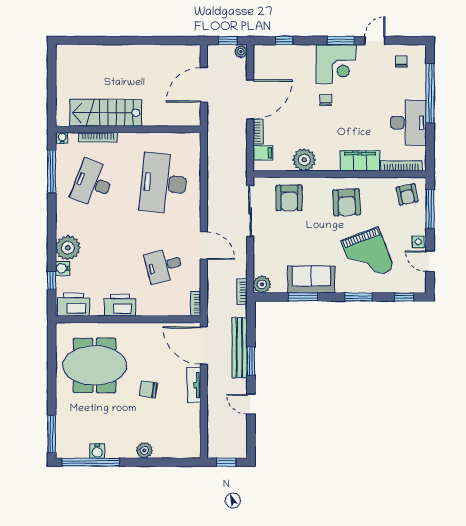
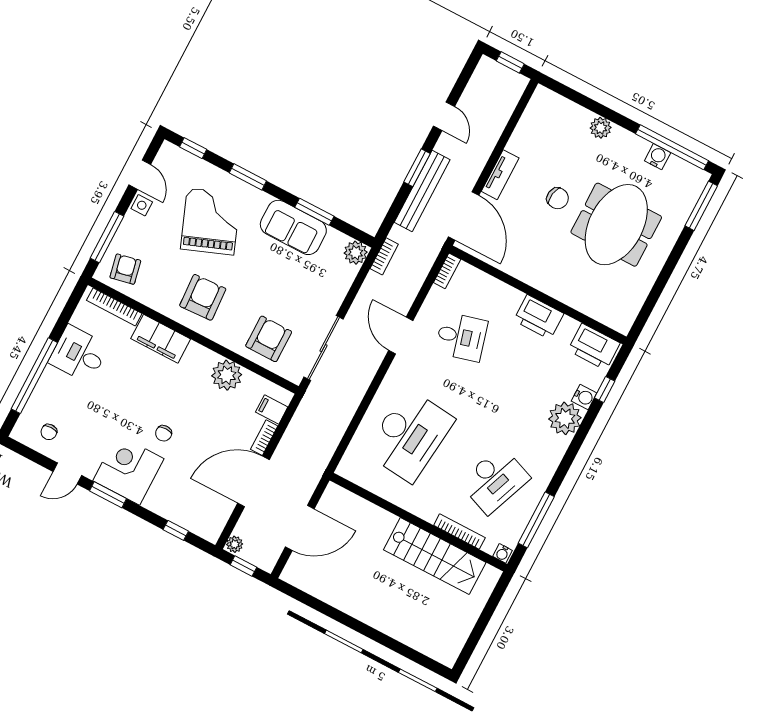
desk: (408, 123) -> (79, 354), width x0.73
meeting table: (95, 365) -> (616, 225), moved, turned 90

